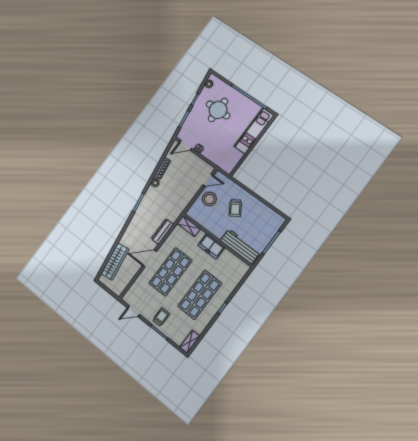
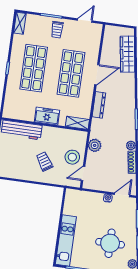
plant: (185, 199) -> (95, 145), added

